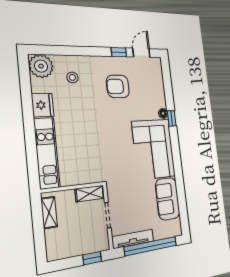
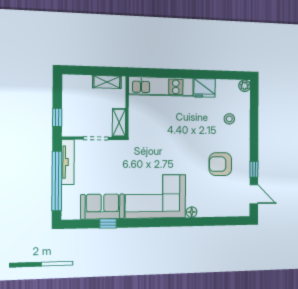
plant: (41, 66) -> (245, 86), width x0.53, depth x0.53
armchair: (118, 86) -> (220, 164), turned -90
window: (172, 118) -> (108, 223), moved

